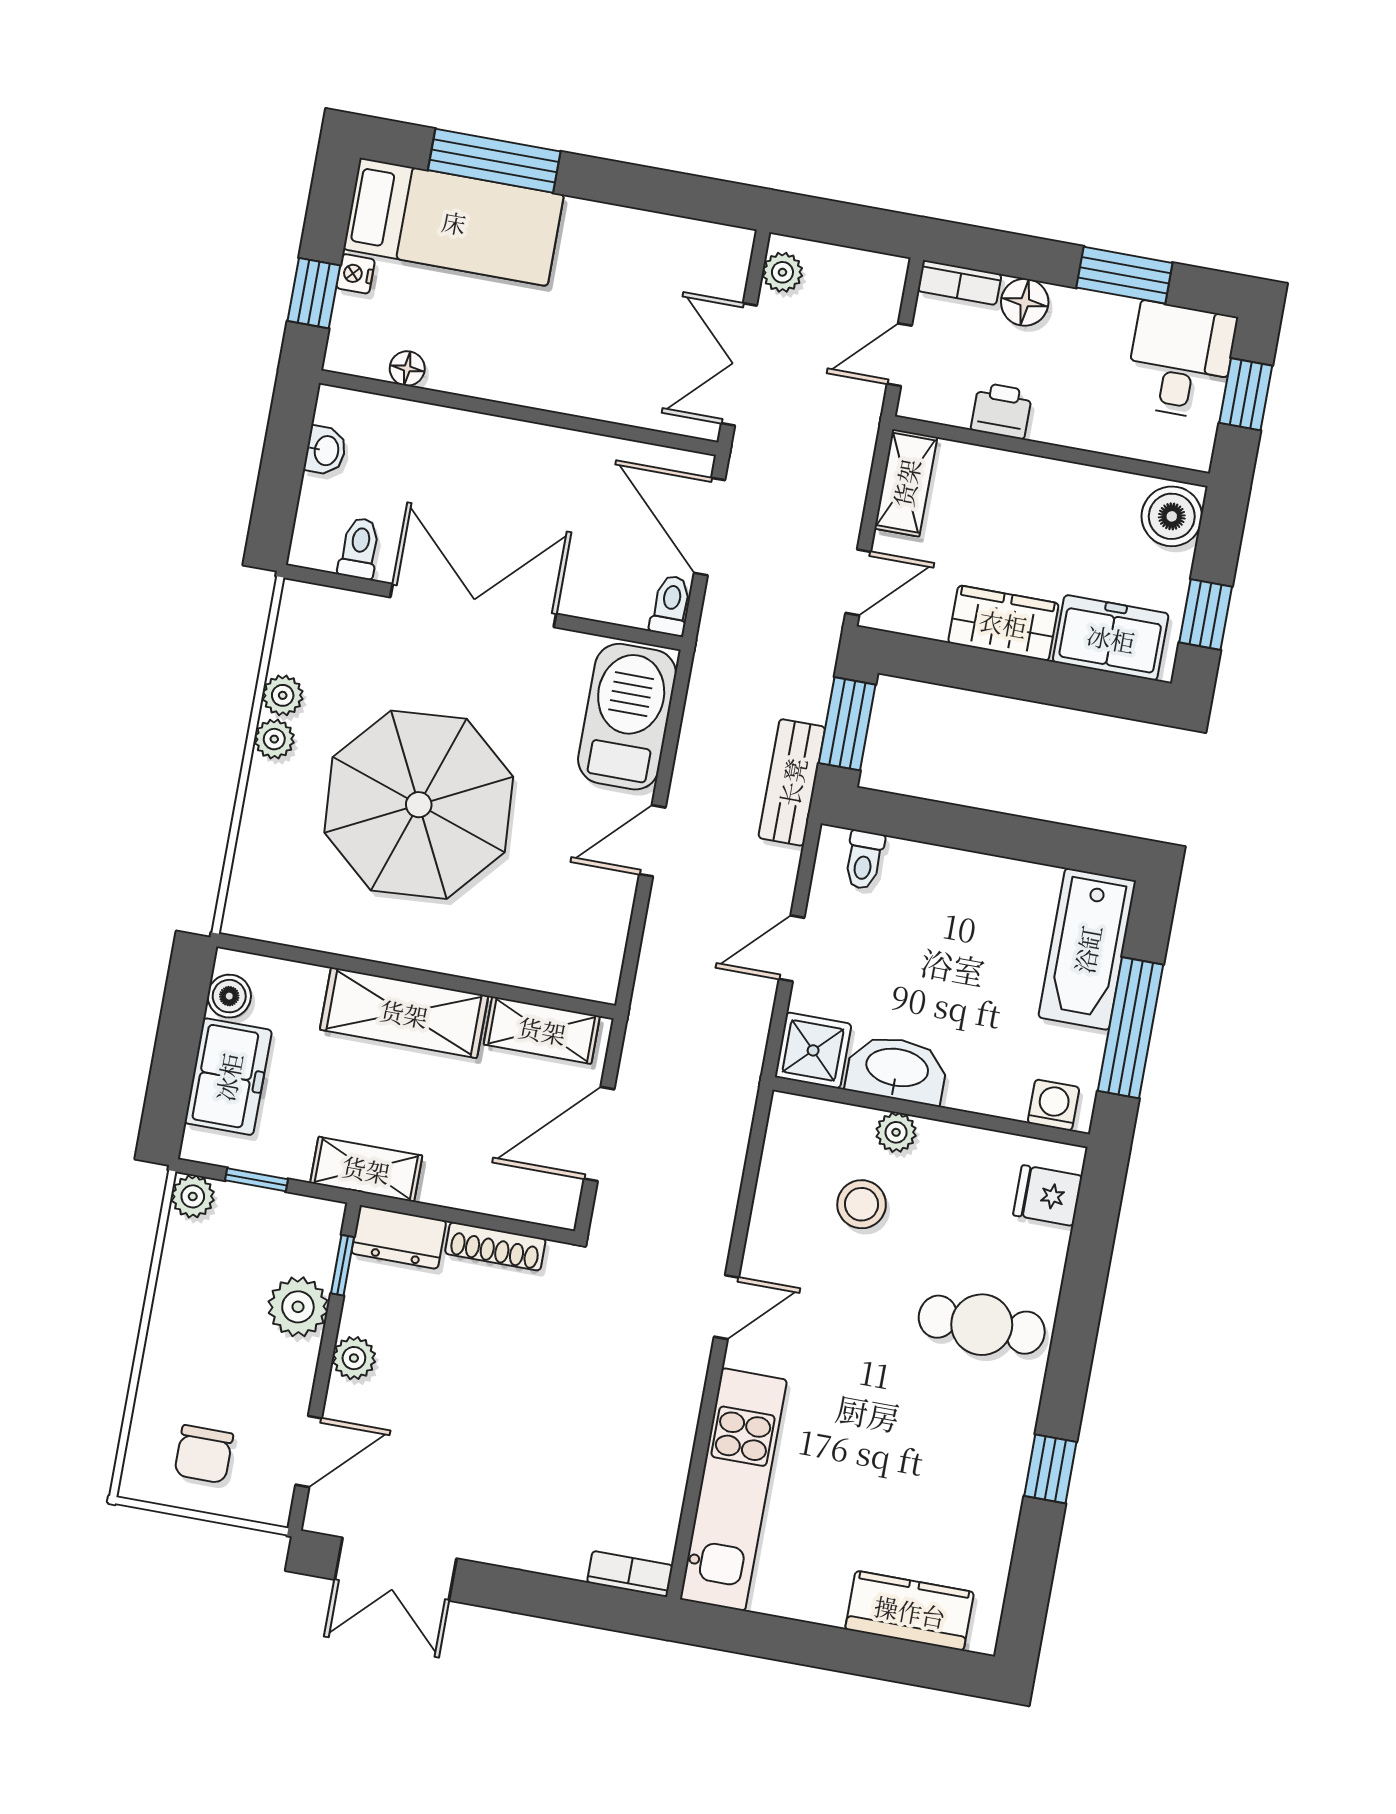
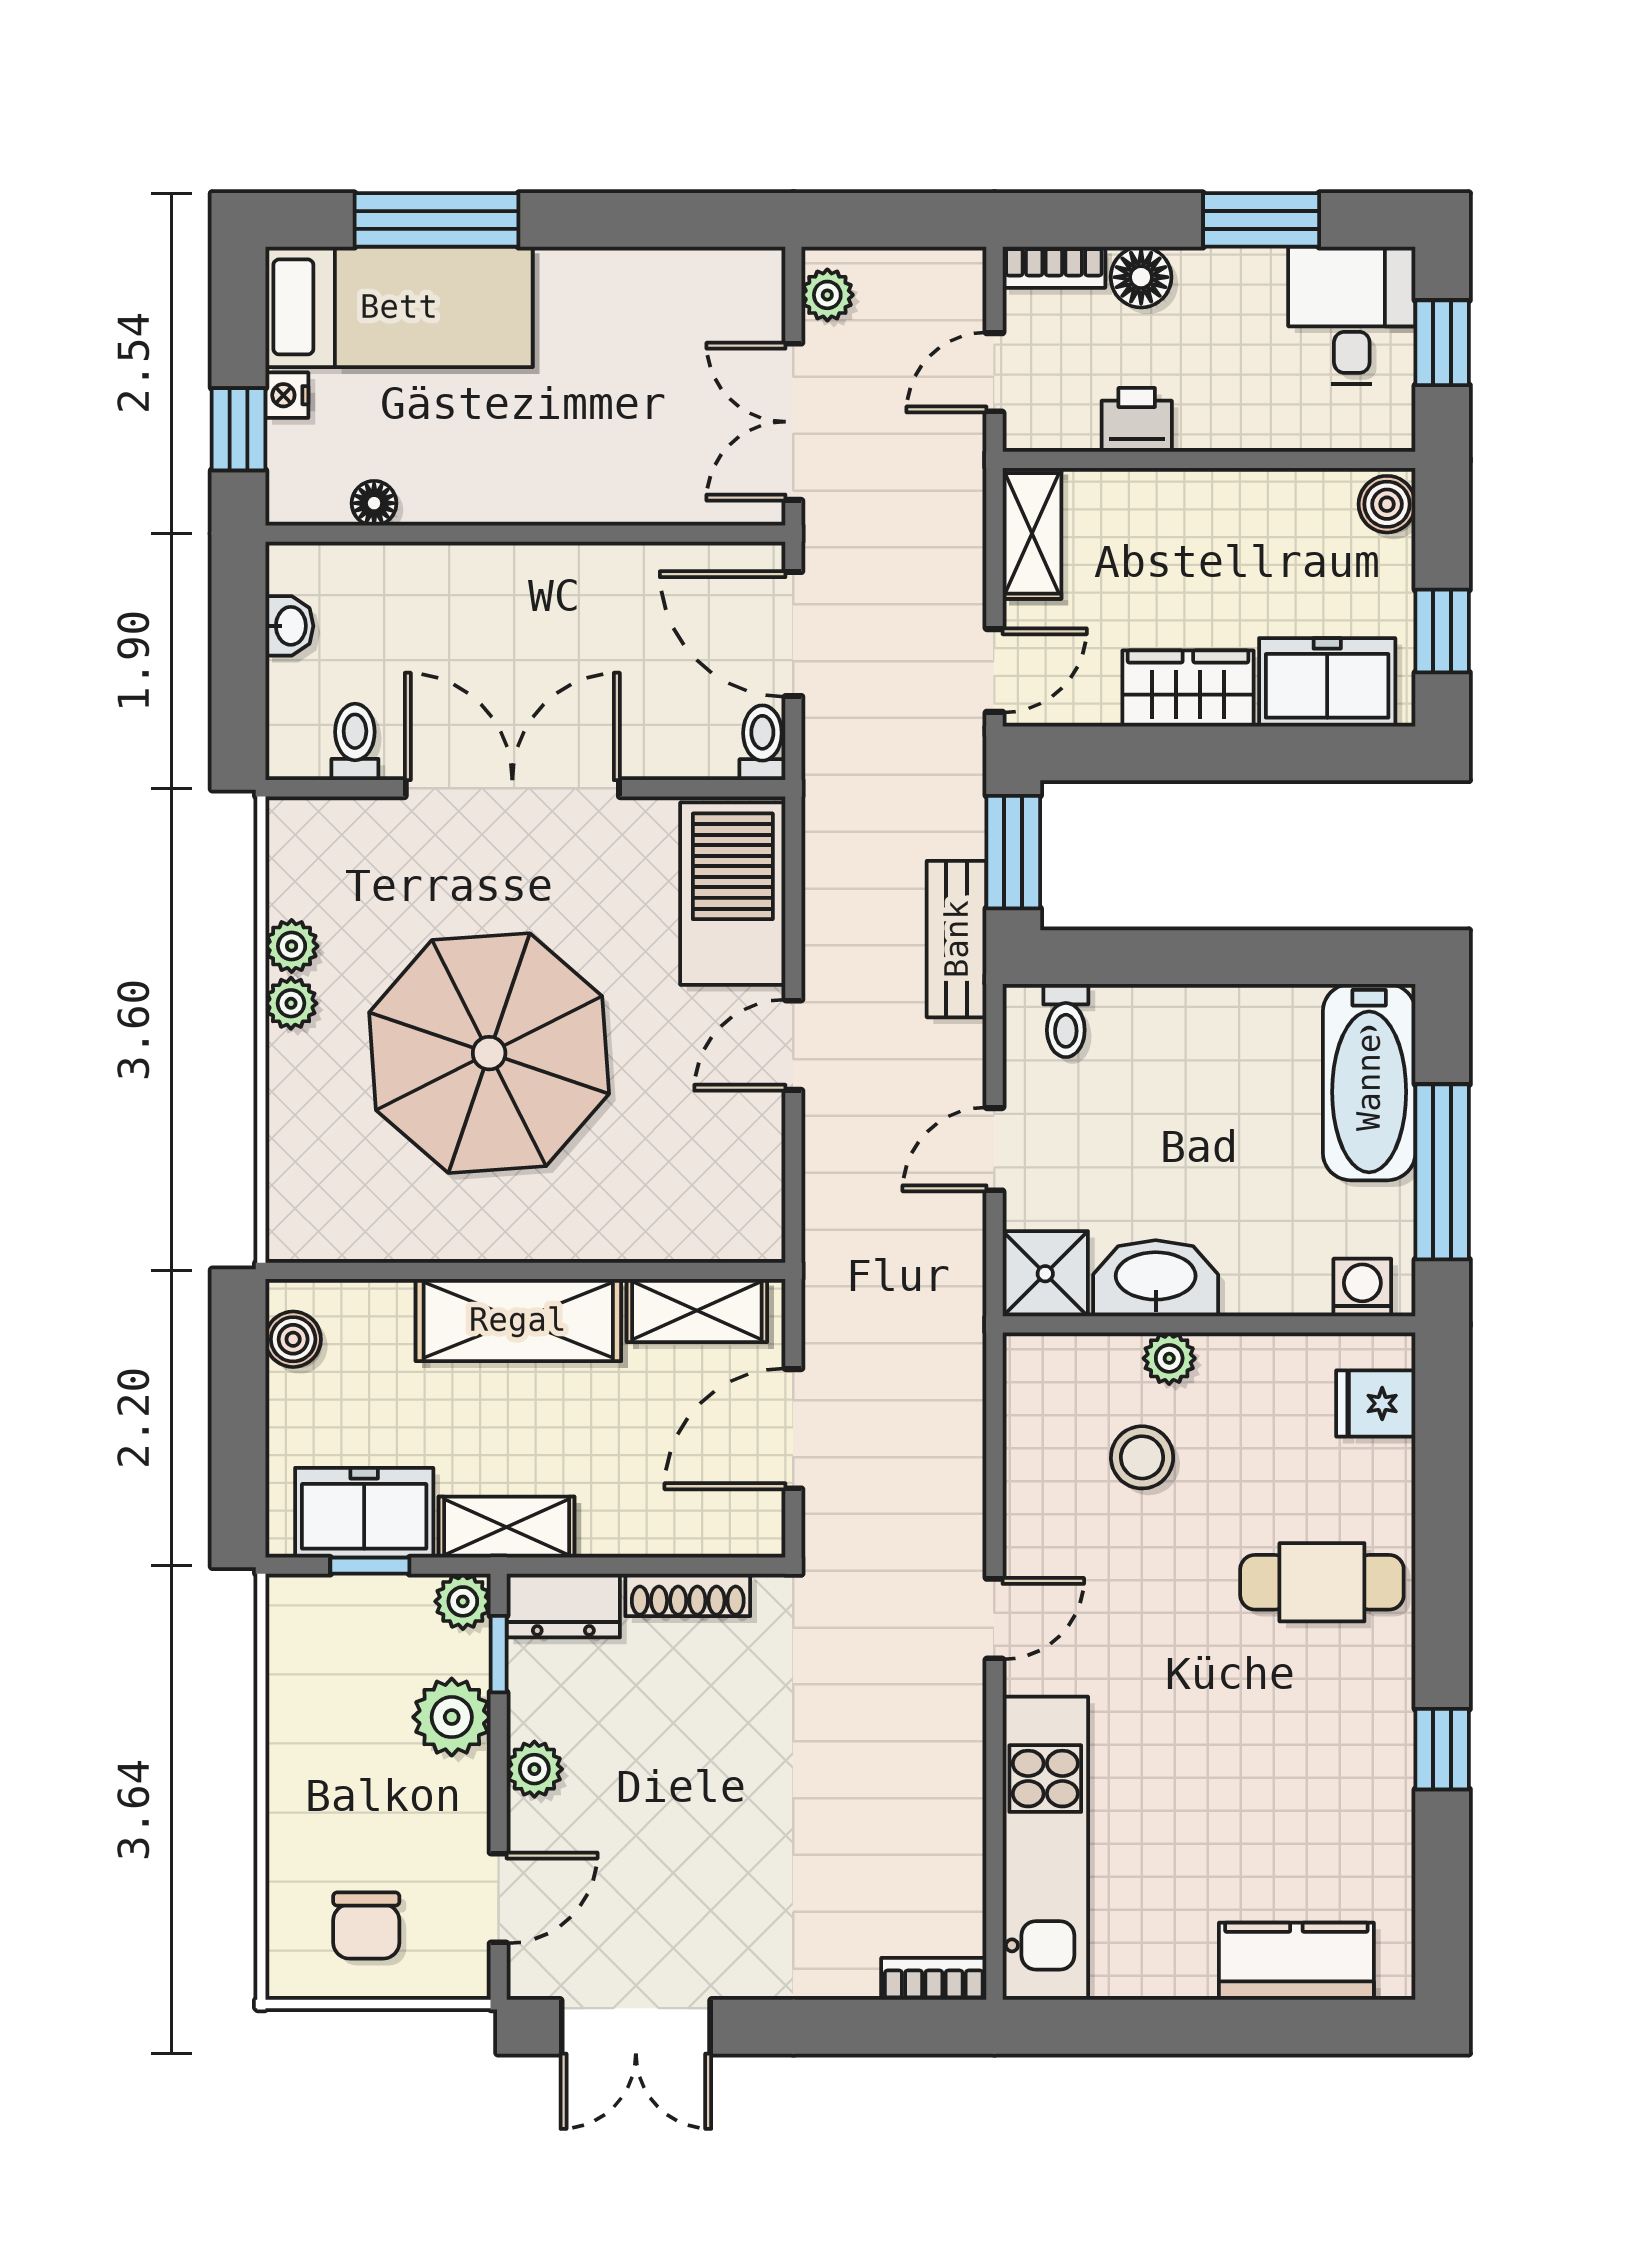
boiler: (1172, 516) -> (1387, 504), width x0.73, depth x0.73
freezer: (228, 1077) -> (364, 1513), moved, turned -90
plant: (193, 1196) -> (463, 1601), moved

